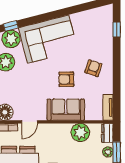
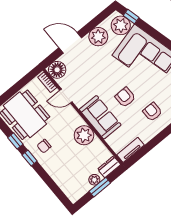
armchair: (93, 68) -> (152, 112), turned -109
plant: (80, 132) -> (84, 135), moved

